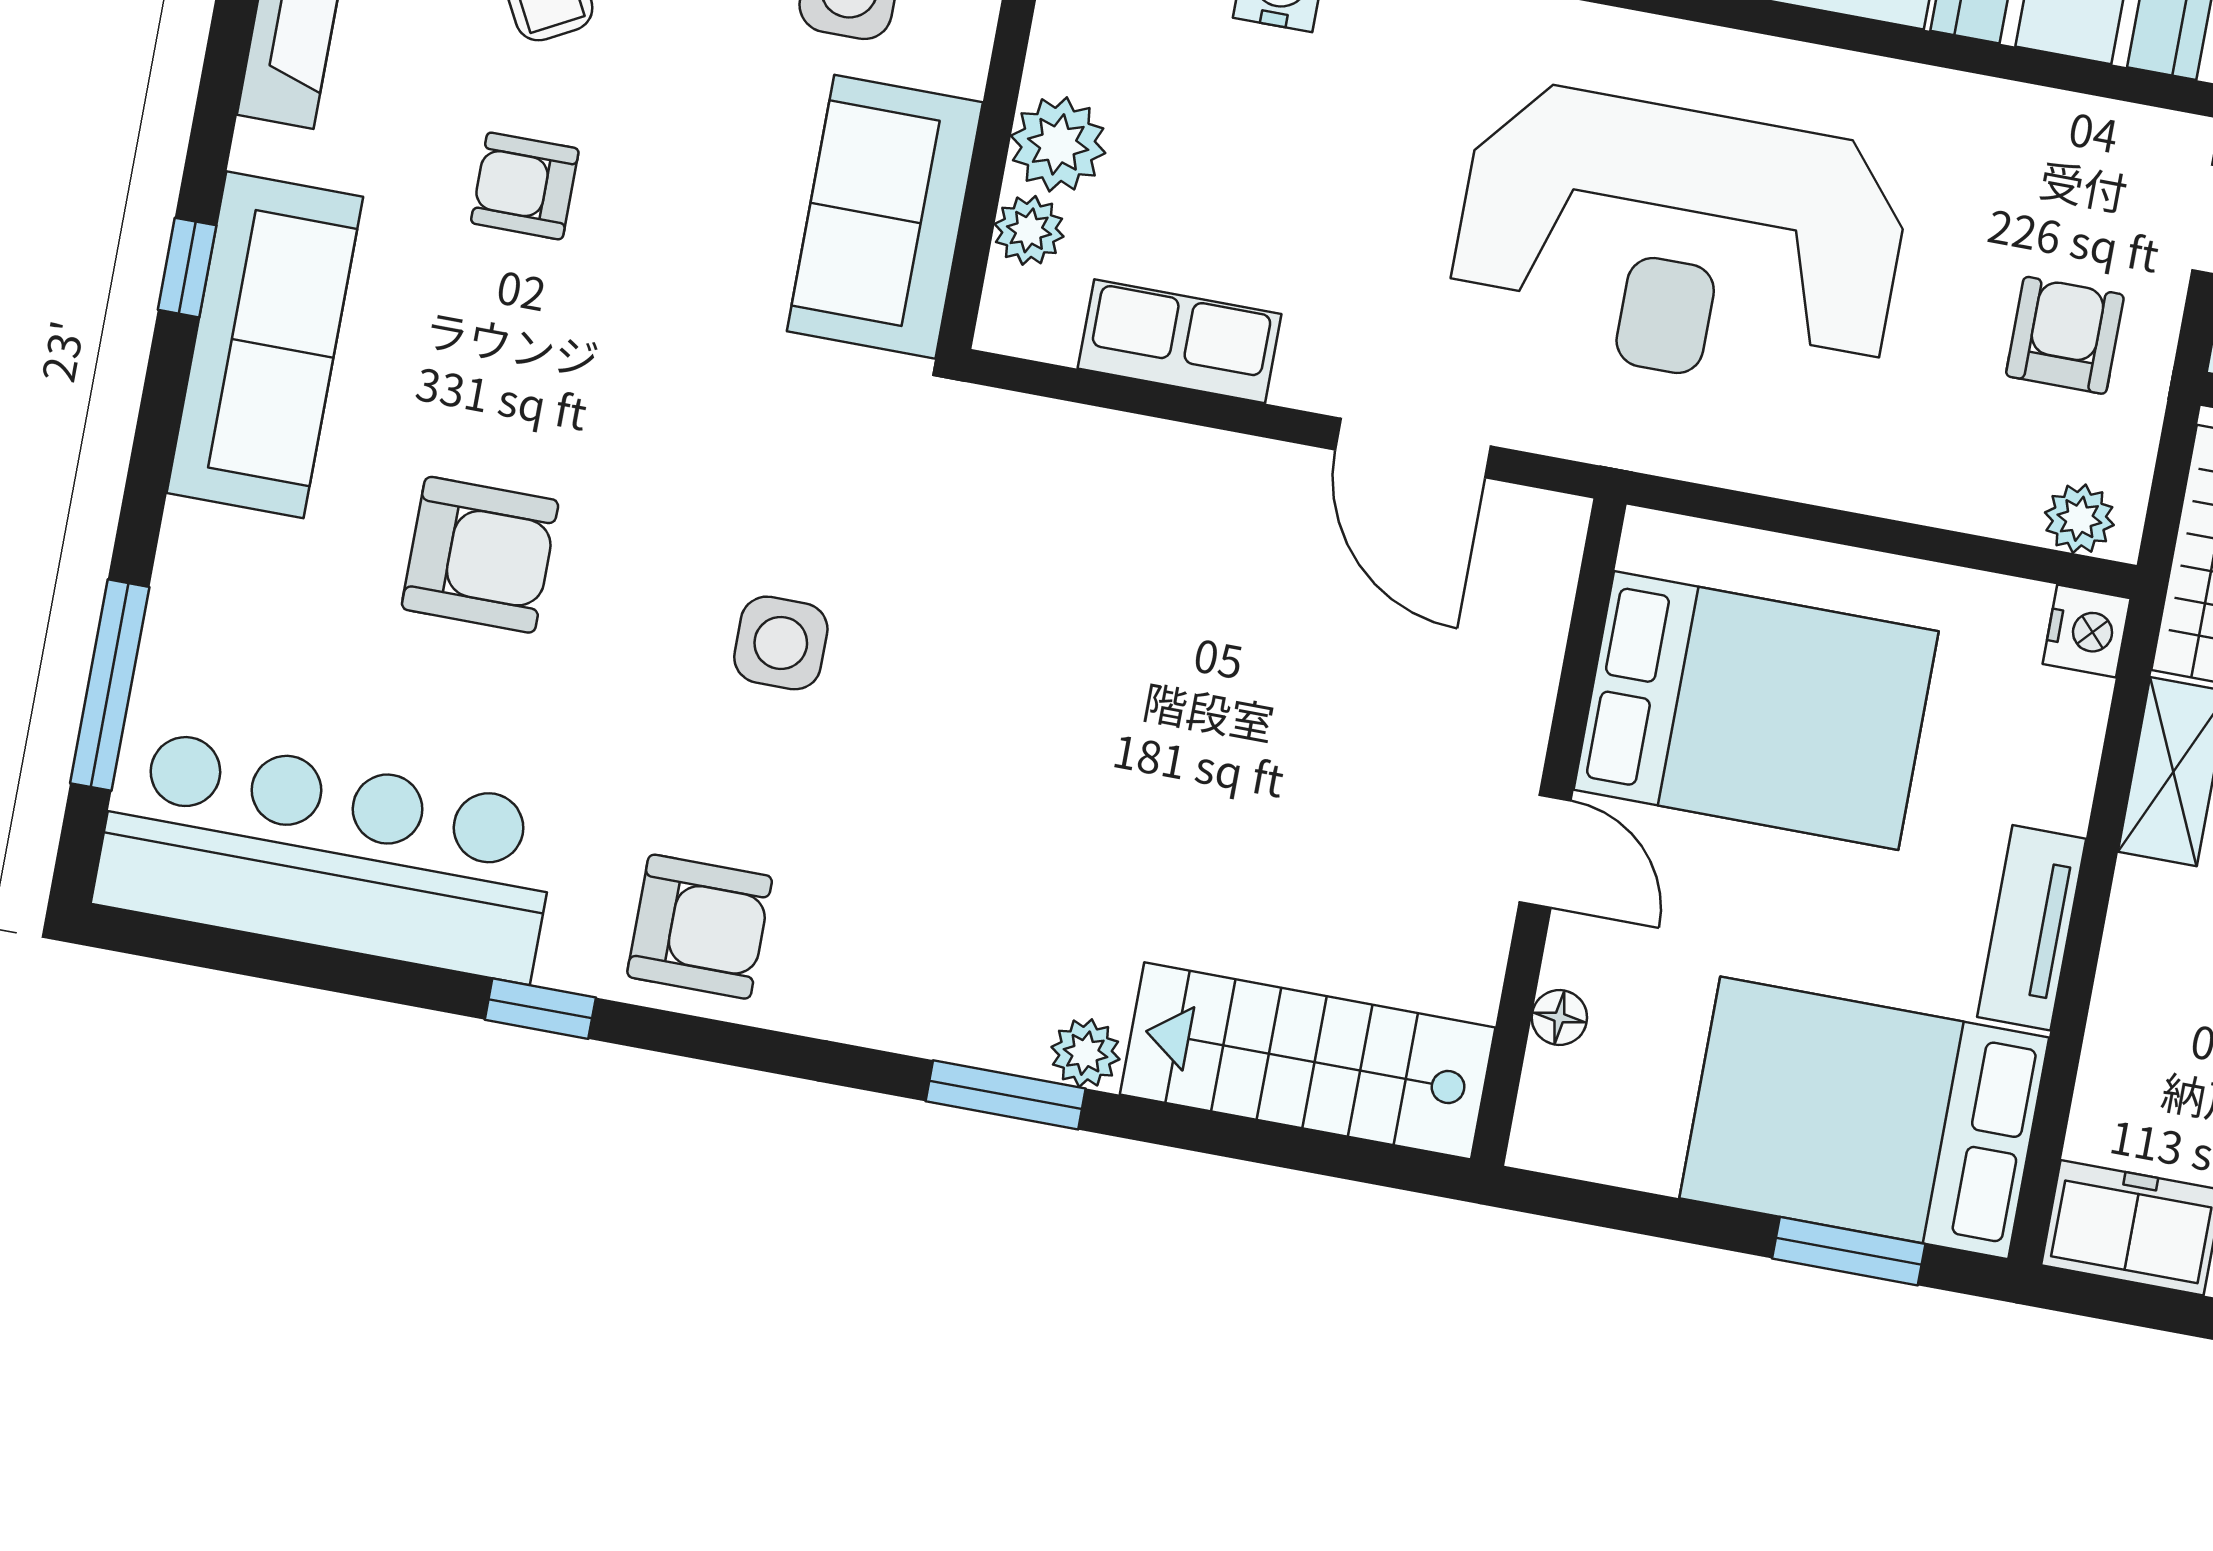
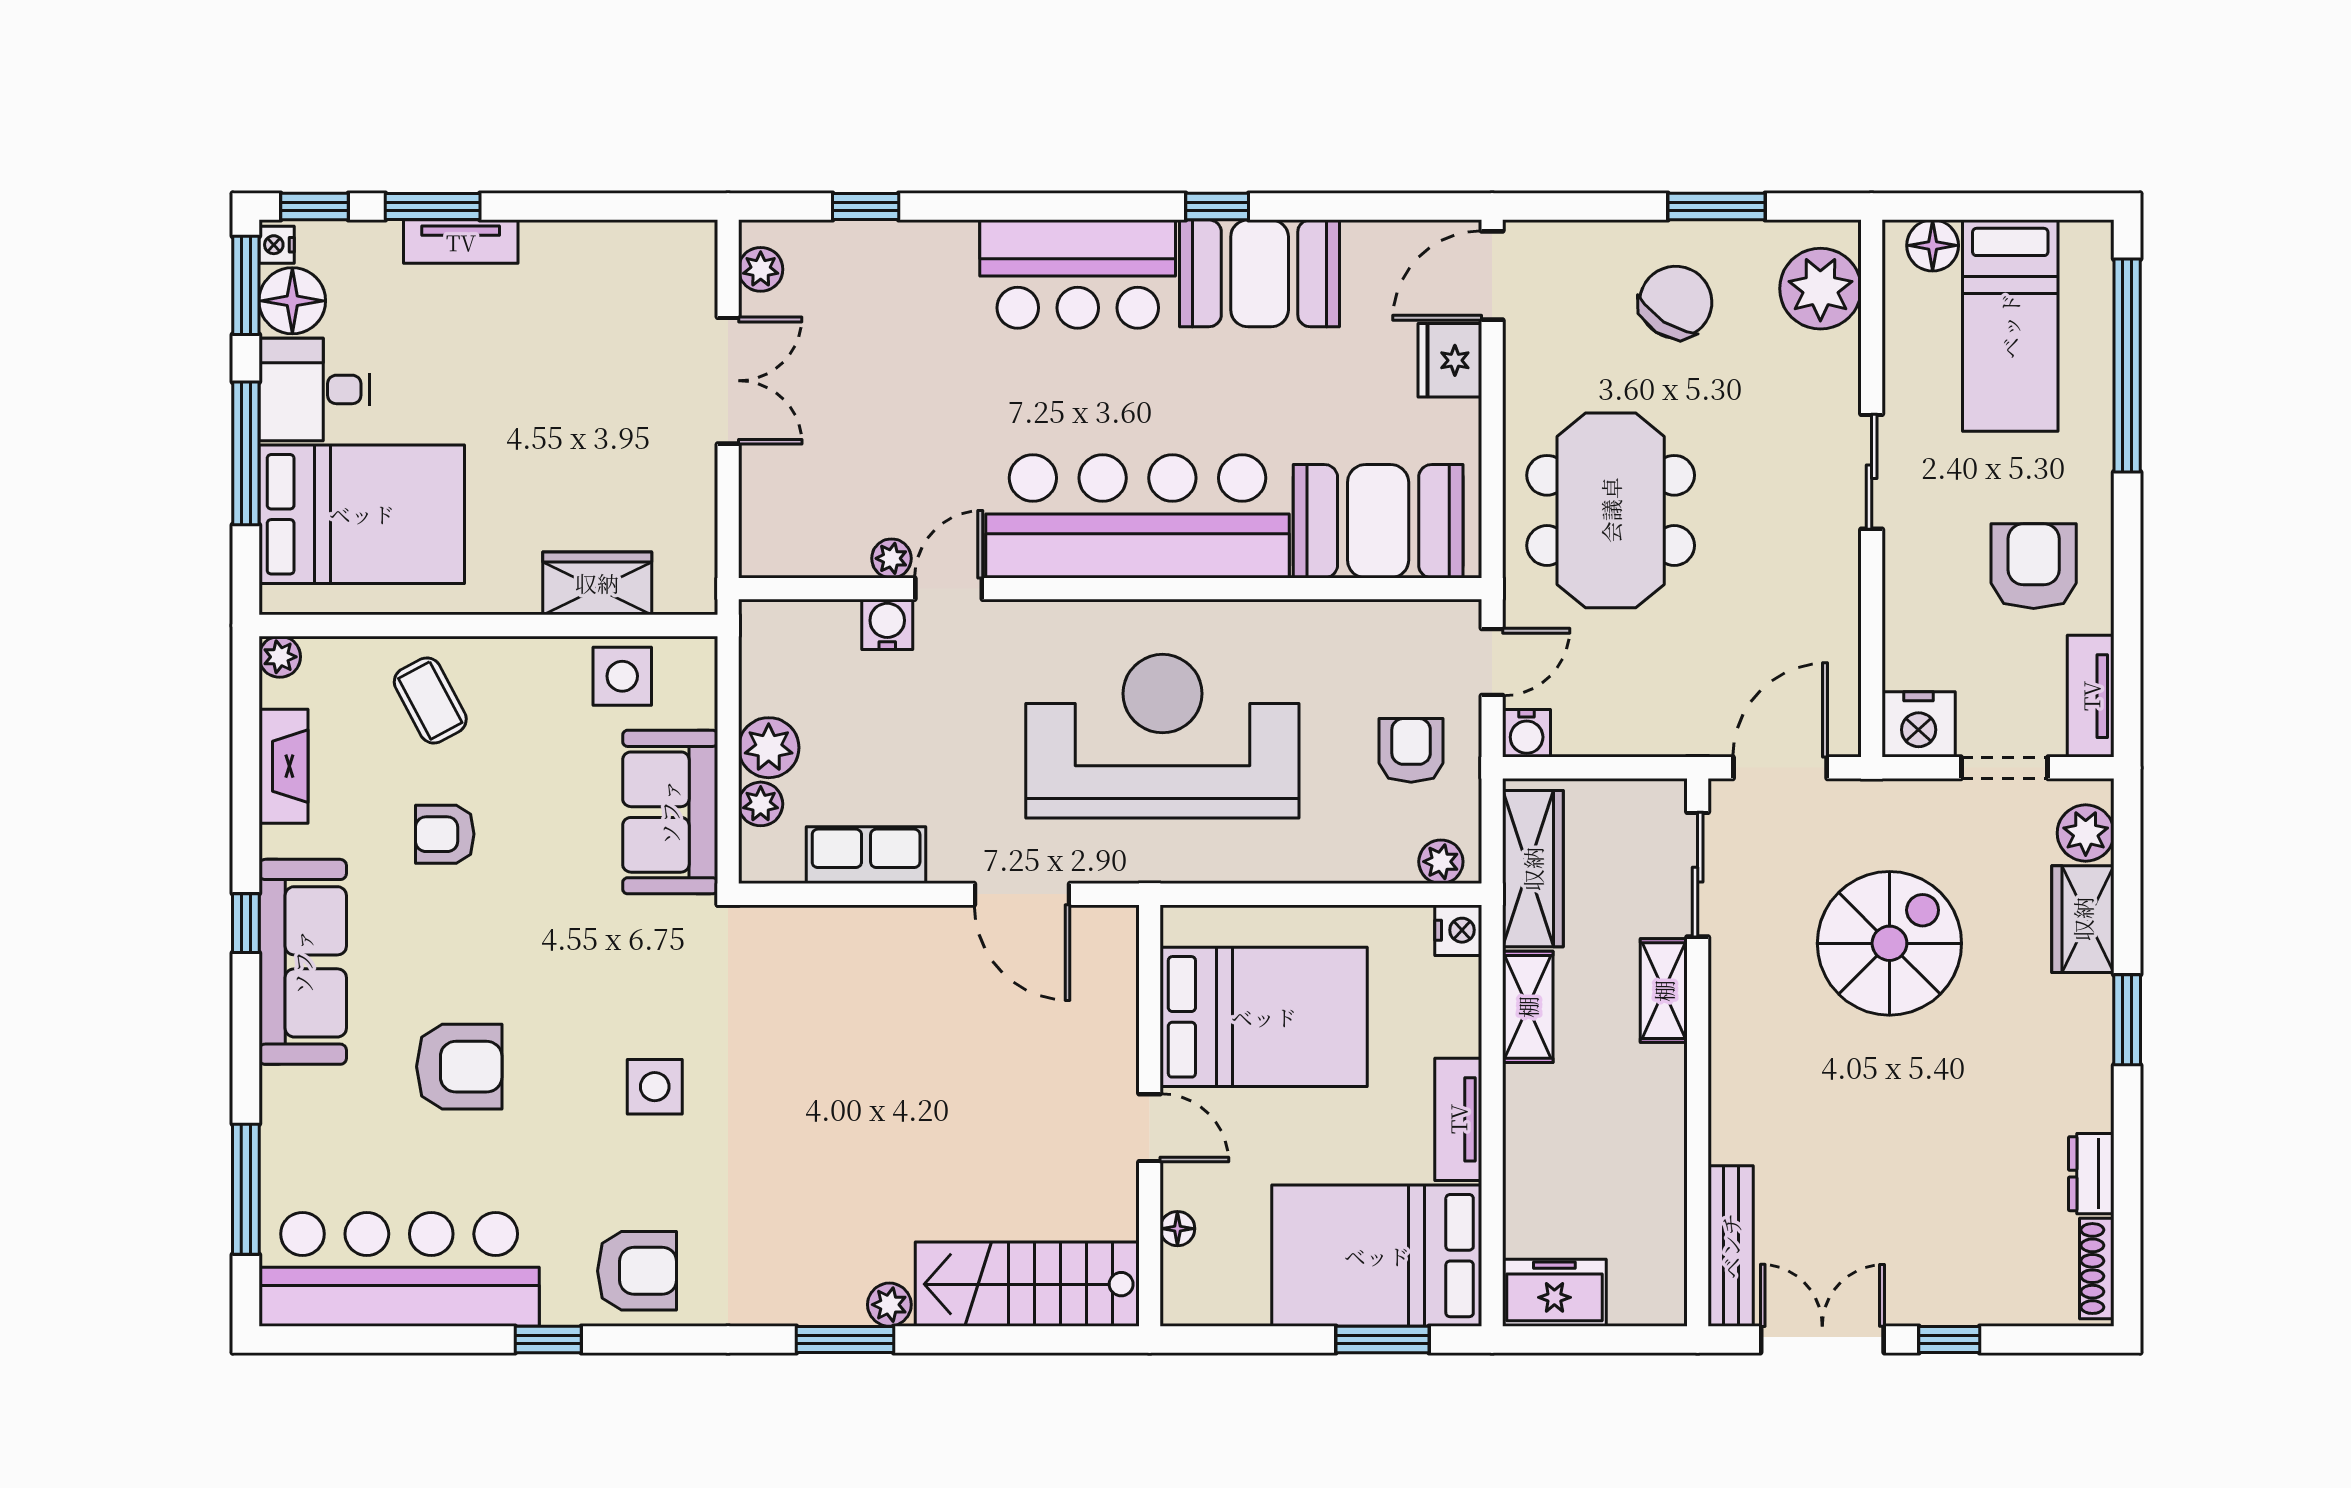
reception desk: (1679, 241) -> (1162, 736), turned 180

